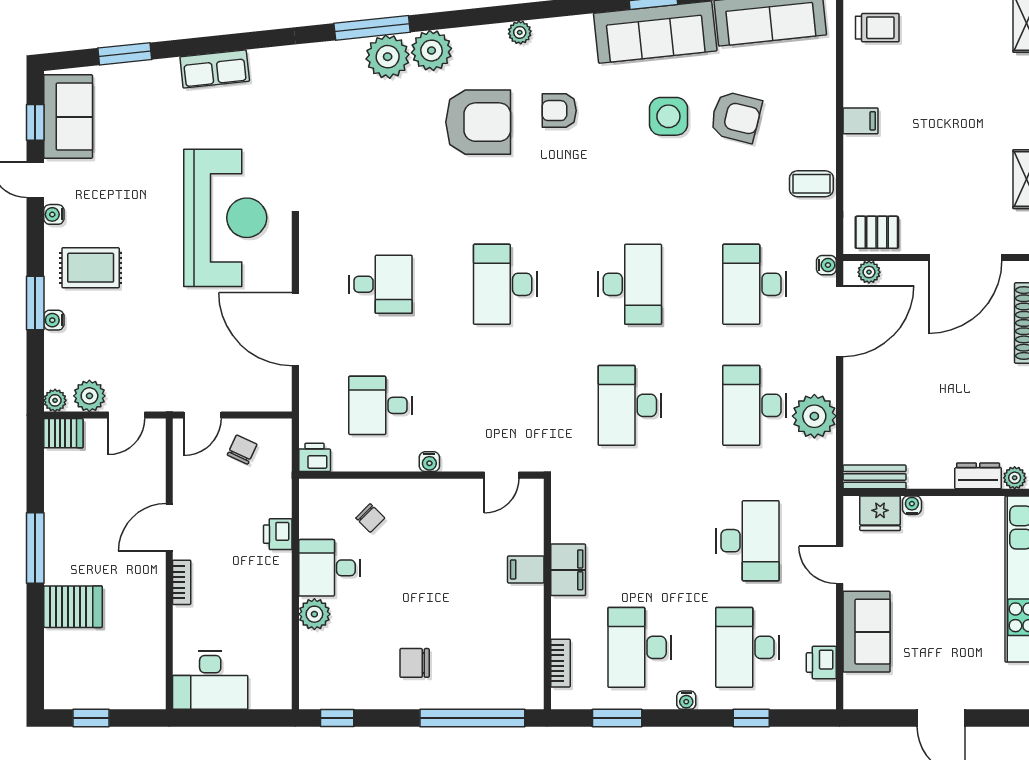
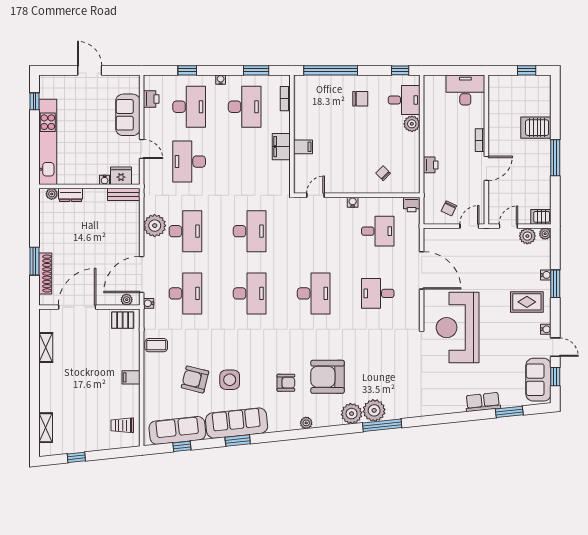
row of seats: (215, 69) -> (483, 402), moved
desk: (630, 284) -> (250, 293), turned 180
desk: (329, 568) -> (404, 100), moved

